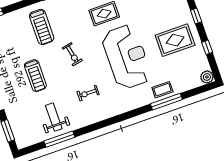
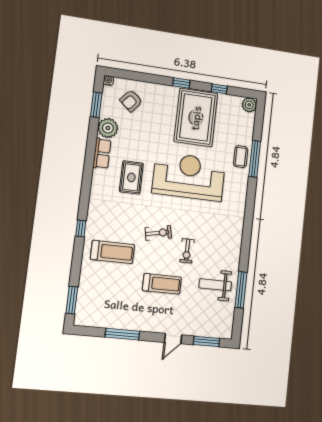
rug: (175, 40) -> (196, 118), width x1.37, depth x1.44
exercise bike: (88, 93) -> (187, 251), moved

